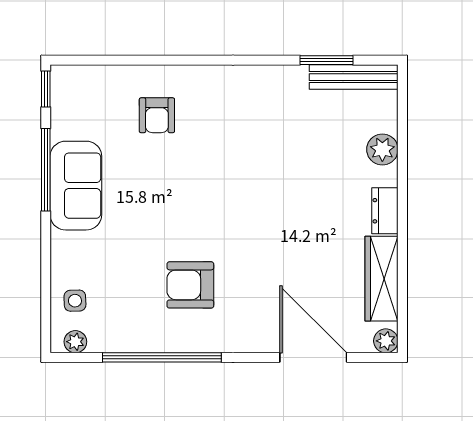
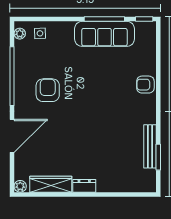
bench: (354, 77) -> (150, 146), moved
armchair: (157, 115) -> (145, 85), moved
plant: (382, 149) -> (114, 185), removed
sofa: (76, 186) -> (104, 34), width x1.36
door: (313, 357) -> (12, 136), moved

